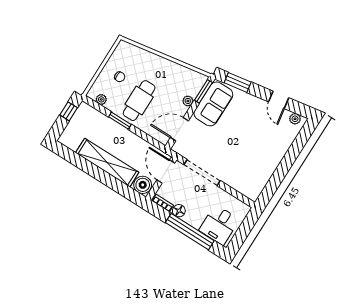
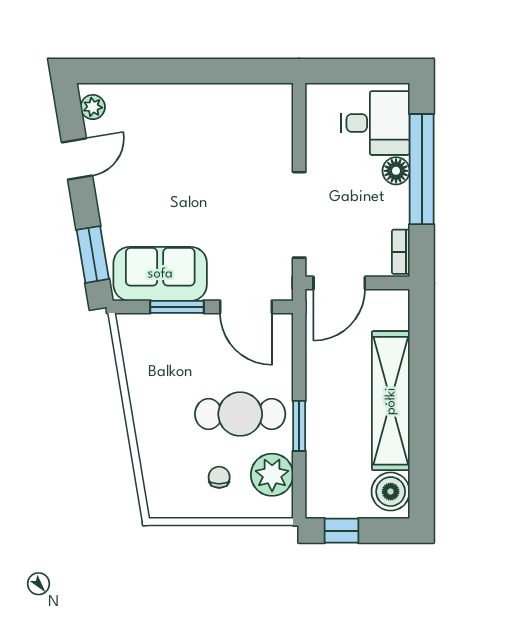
window: (203, 91) -> (177, 307), moved
plant: (101, 99) -> (272, 475), width x1.87, depth x1.87
plant: (188, 101) -> (184, 324), removed
boiler: (143, 185) -> (391, 492), moved
floor lamp: (179, 211) -> (396, 171), moved

